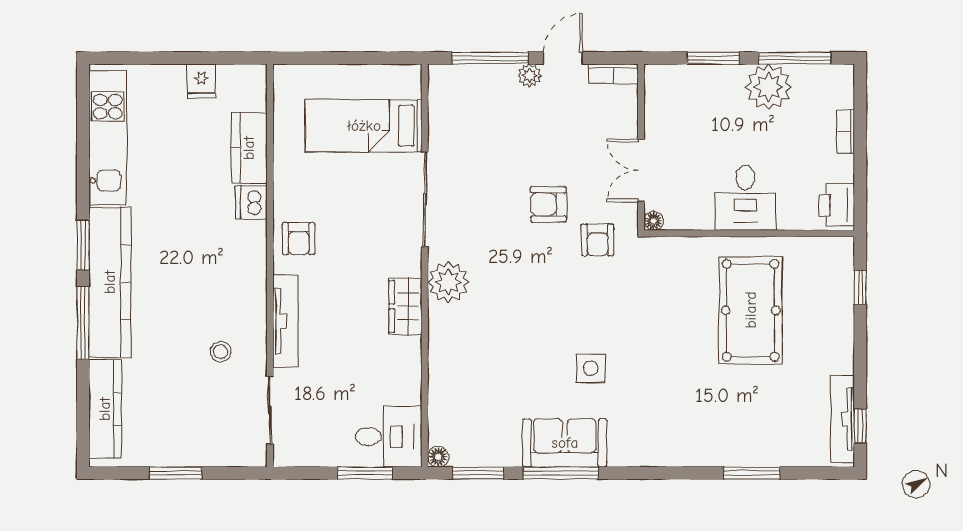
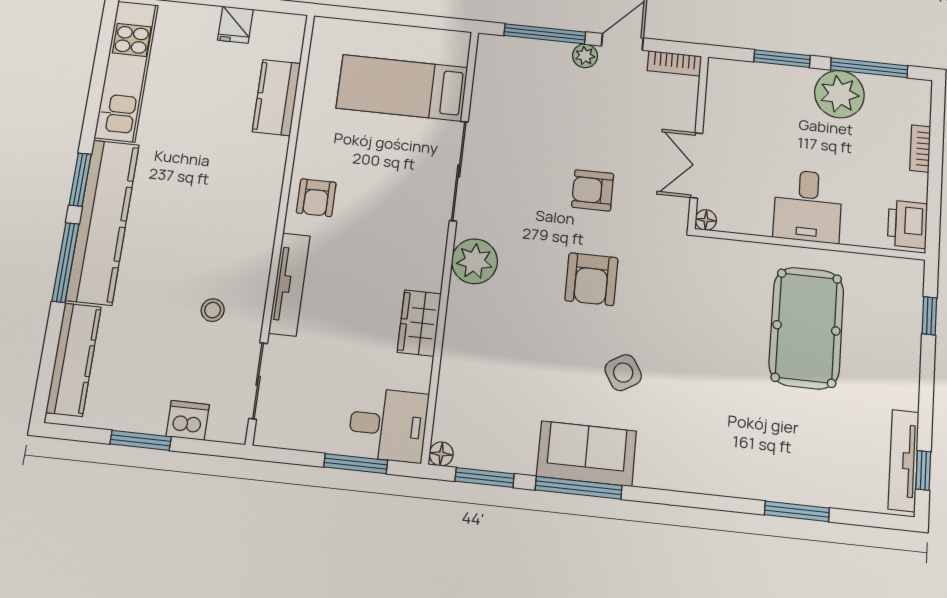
dishwasher: (251, 202) -> (188, 420), moved, turned 90
armchair: (598, 240) -> (591, 279), moved, width x1.38, depth x1.38
wardrobe: (405, 307) -> (419, 323), moved
side table: (591, 368) -> (623, 373), turned -31

